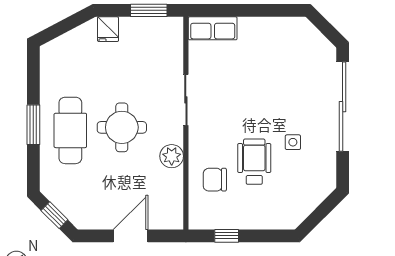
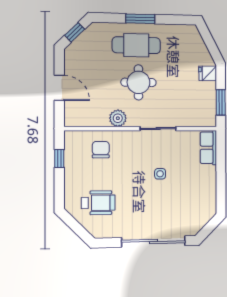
side table: (293, 142) -> (160, 174), moved
wheelchair: (254, 162) -> (98, 203), moved

